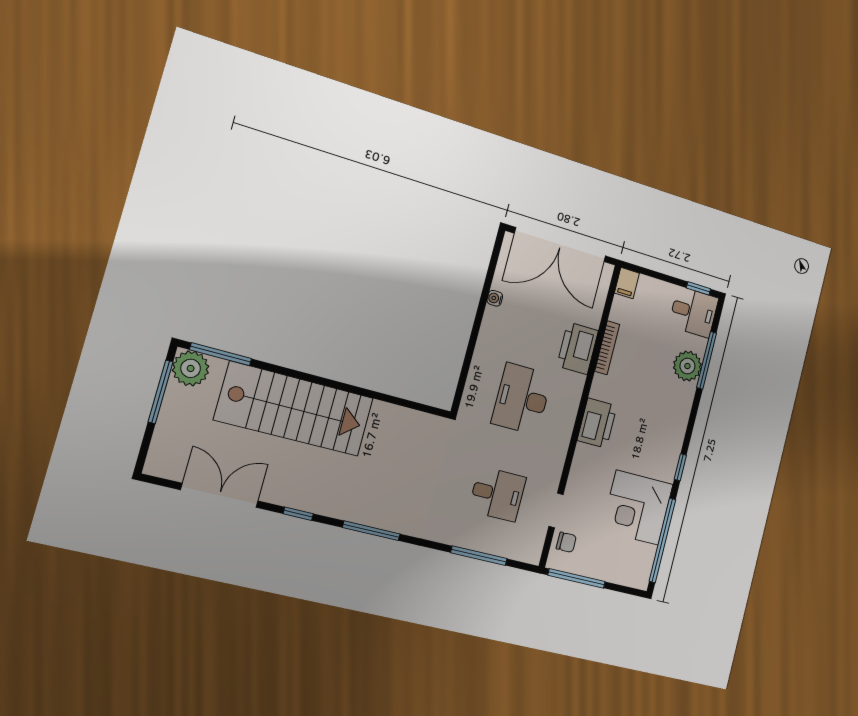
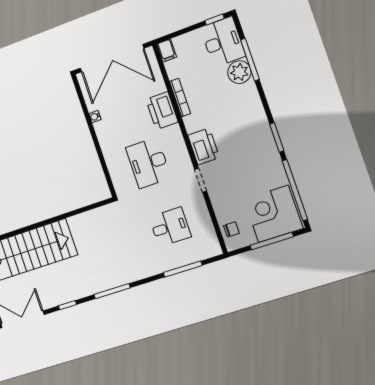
desk: (694, 312) -> (223, 42), width x1.37
window: (680, 467) -> (277, 137), width x1.50
corner desk: (637, 508) -> (273, 214), moved, turned 90
doorway: (556, 510) -> (201, 180), moved
window: (577, 578) -> (272, 241), moved

